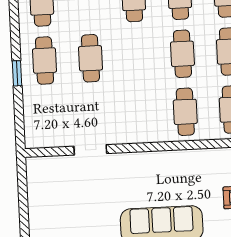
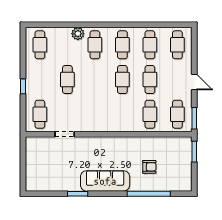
cafe table: (45, 61) -> (40, 114), moved
cafe table: (185, 112) -> (122, 114), removed

